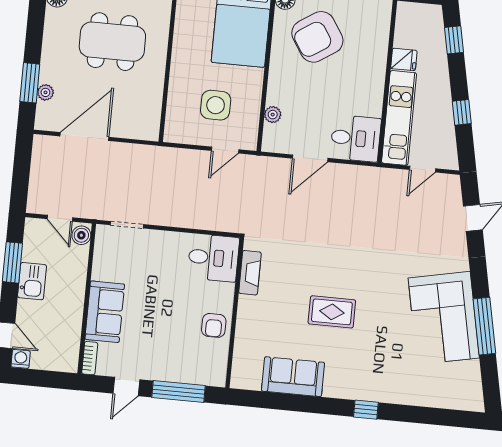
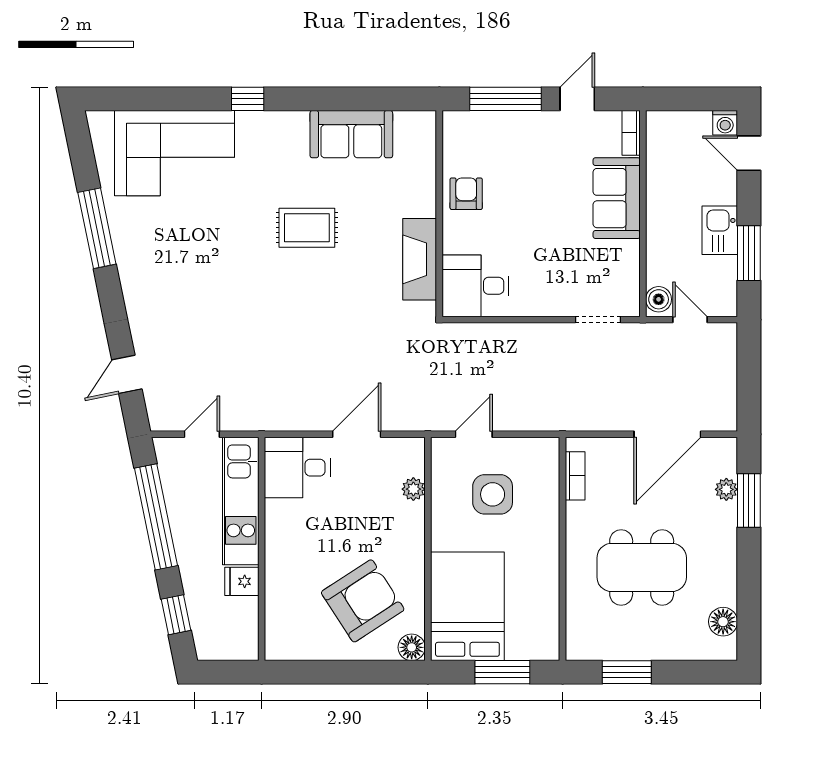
window: (462, 112) -> (156, 517), width x3.17
bookcase: (154, 113) -> (575, 476), added
fireplace: (250, 273) -> (420, 259), width x1.37, depth x1.32
corner sofa: (444, 318) -> (174, 153), moved, turned 102

